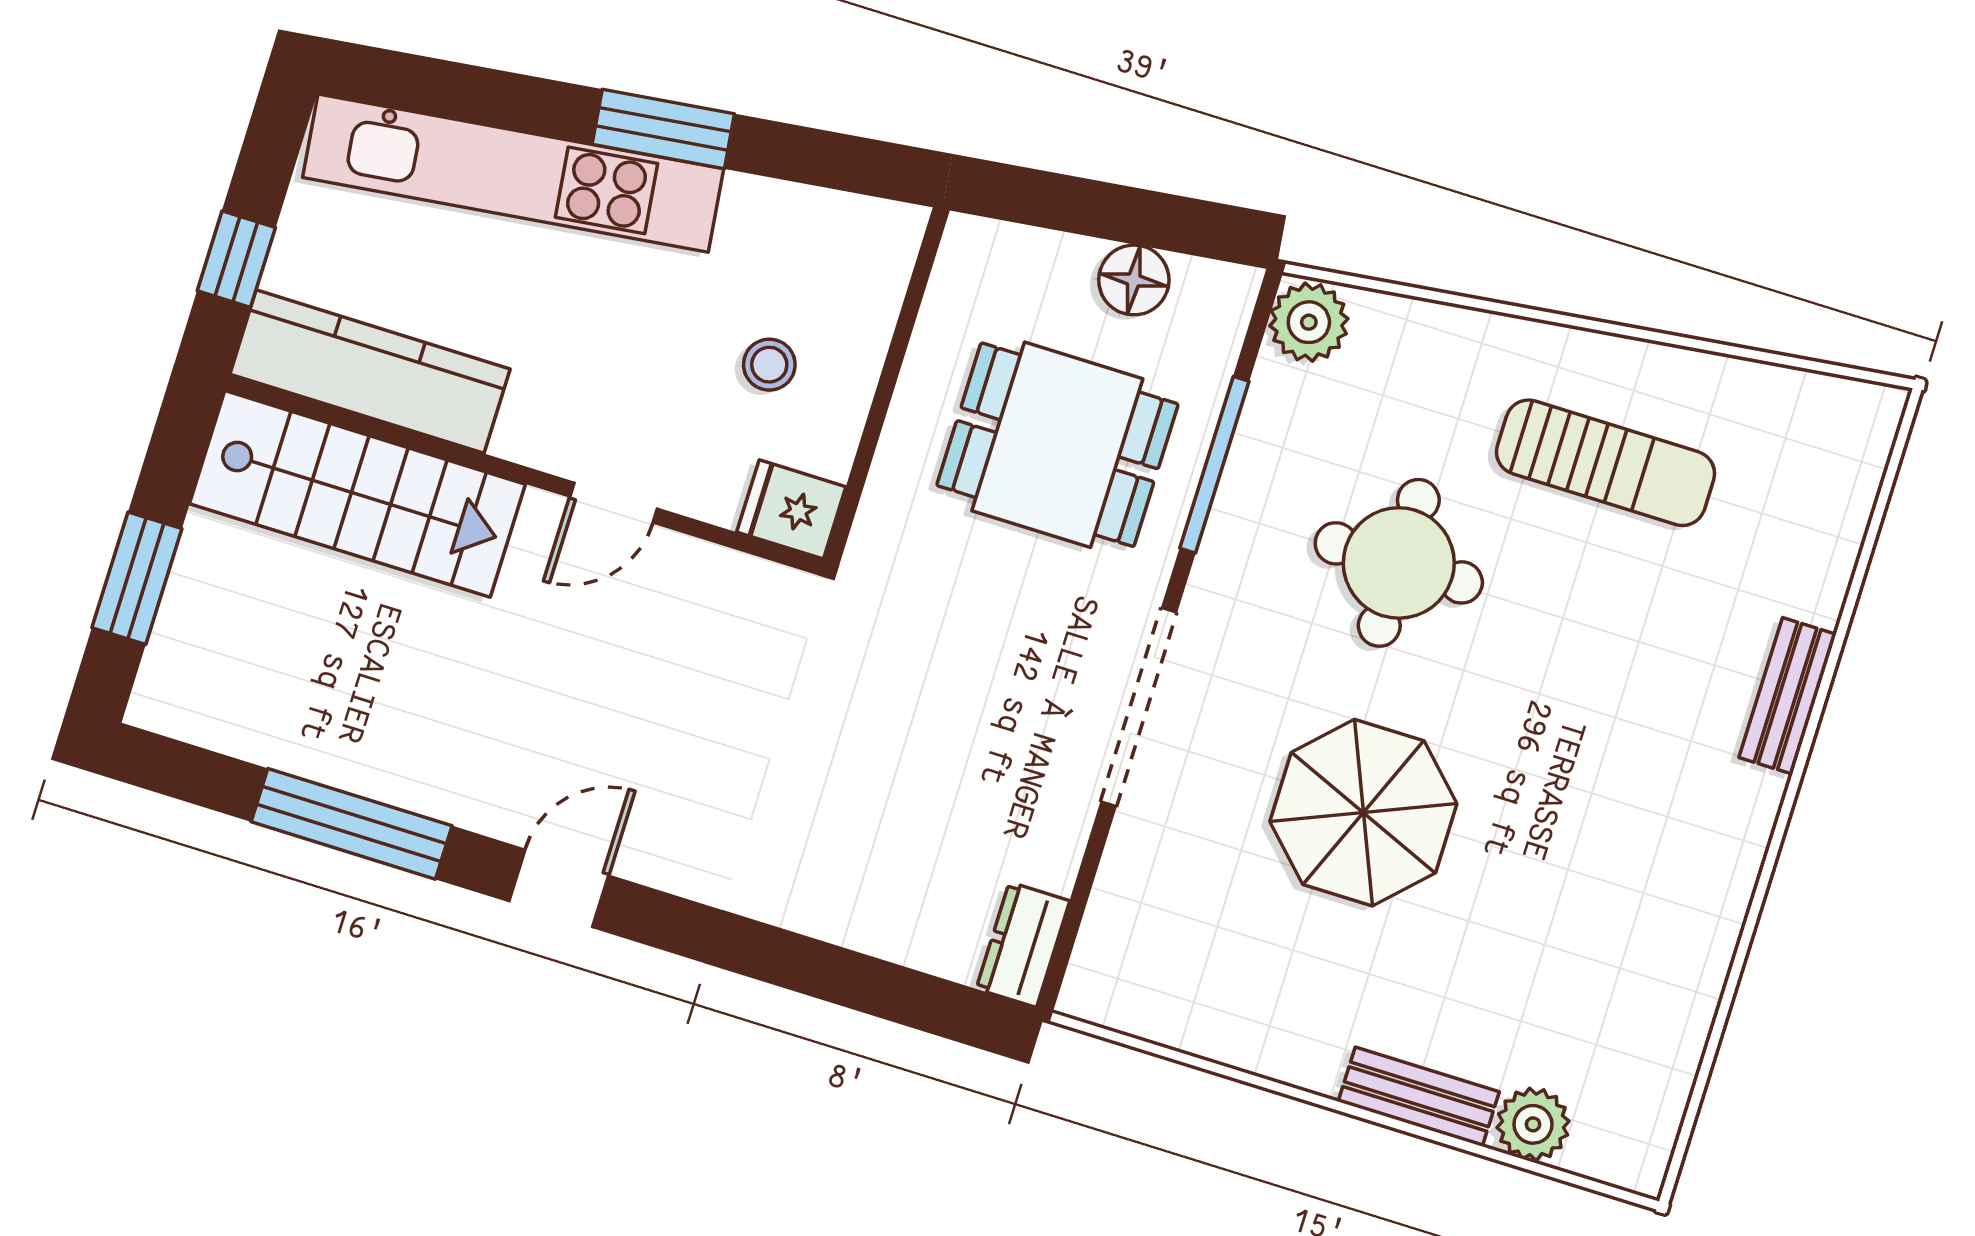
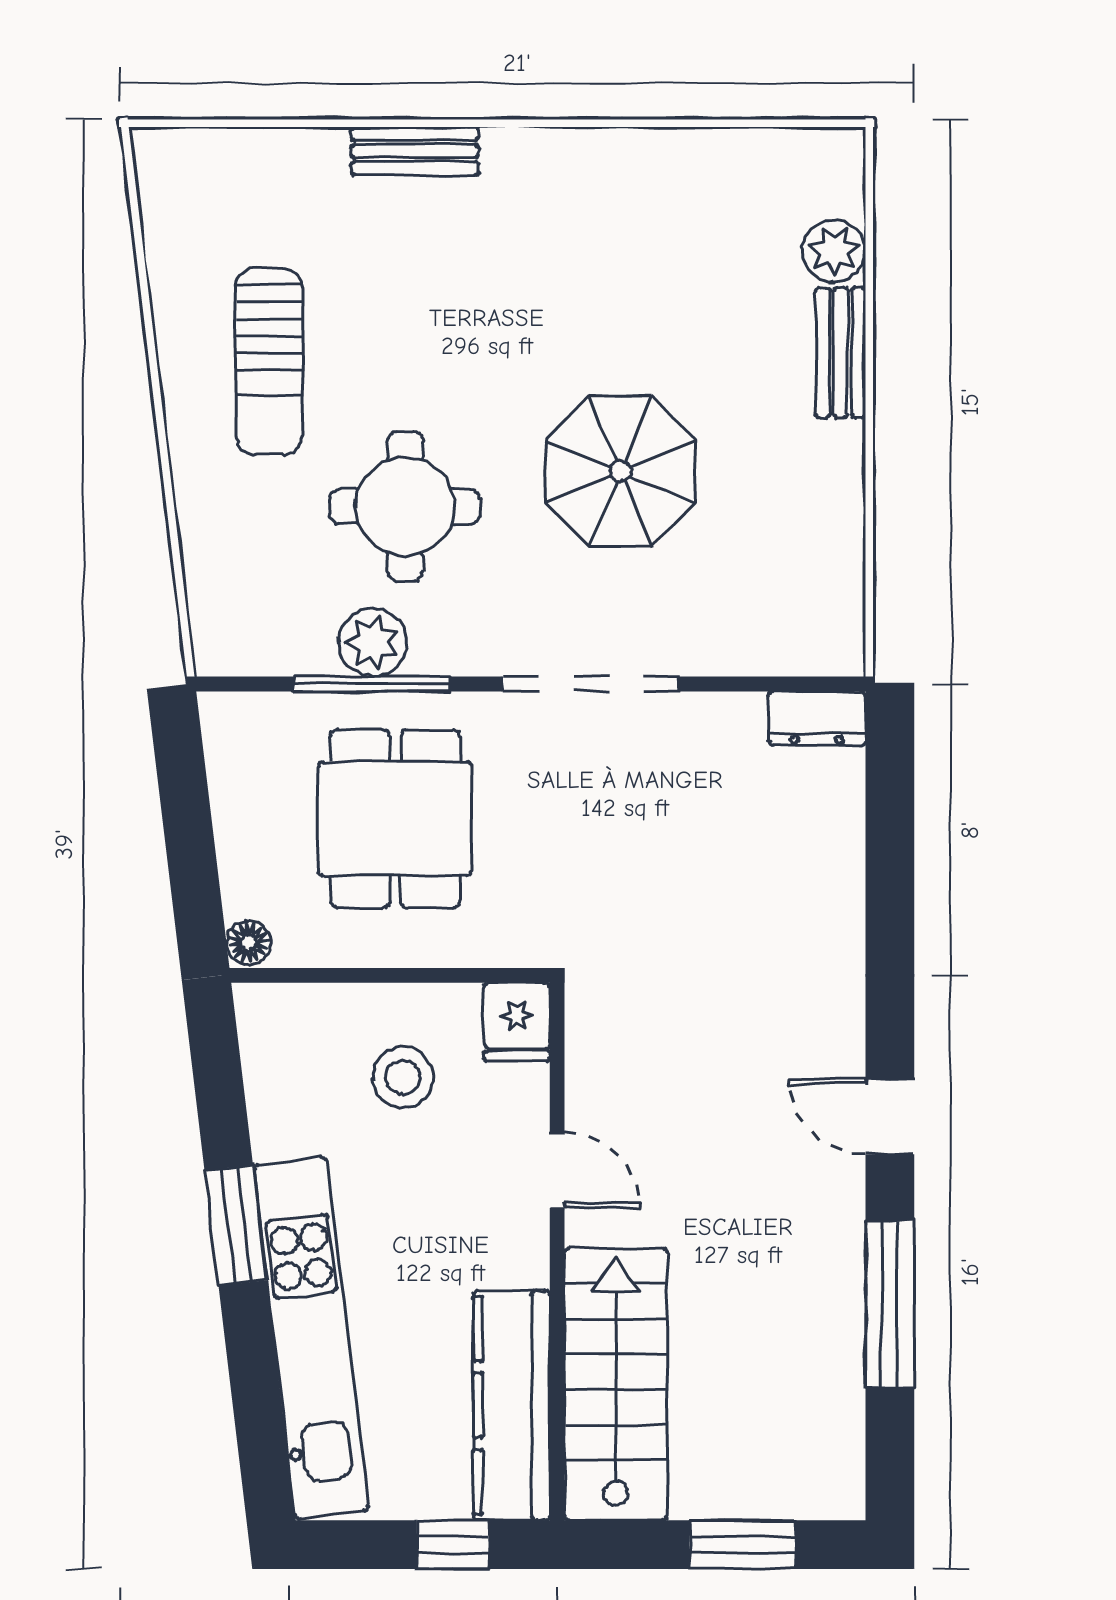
floor lamp: (1134, 280) -> (249, 943), moved, width x0.73, depth x0.73
plant: (1309, 322) -> (373, 643), moved
stool: (769, 365) -> (403, 1077), width x1.37, depth x1.37
sun lounger: (1606, 463) -> (269, 361), turned 180

